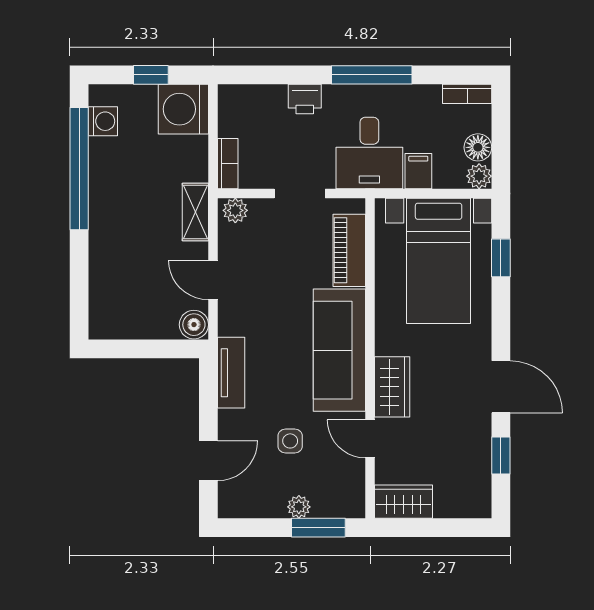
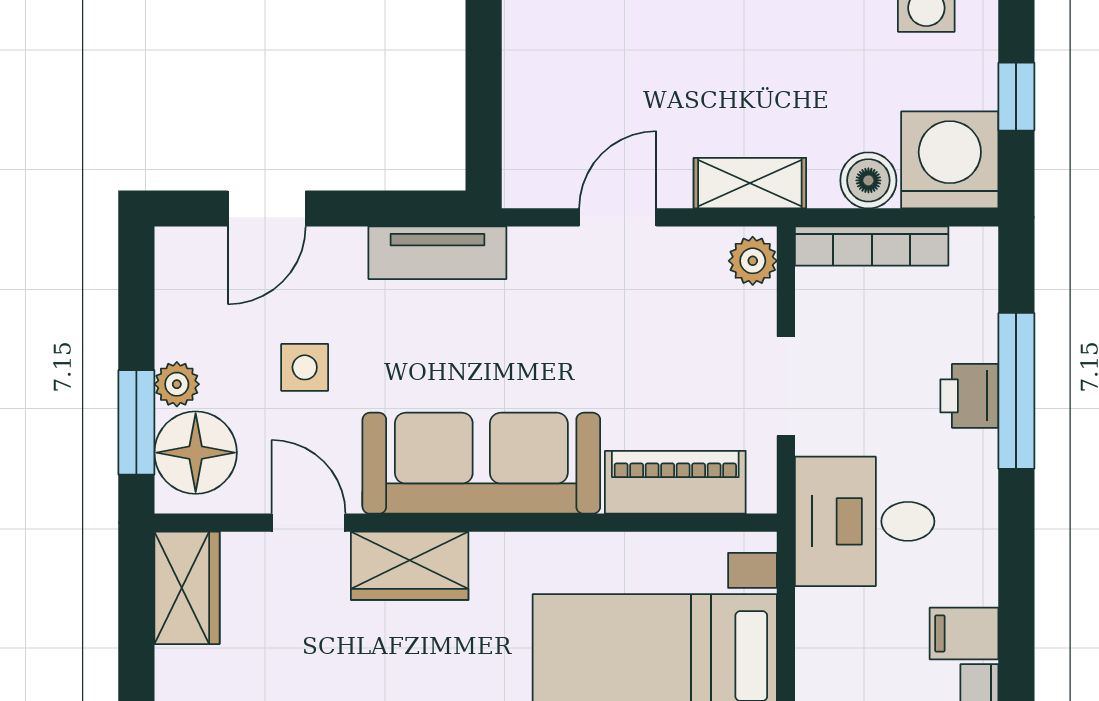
window: (372, 75) -> (1016, 391), moved
bookcase: (228, 164) -> (872, 246), width x1.56
filing cabinet: (418, 171) -> (964, 633), moved, turned 180
boiler: (194, 325) -> (868, 180), moved
door: (370, 439) -> (309, 523), hinge flipped
door: (208, 461) -> (267, 208), hinge flipped
floor lamp: (334, 497) -> (196, 453), added

